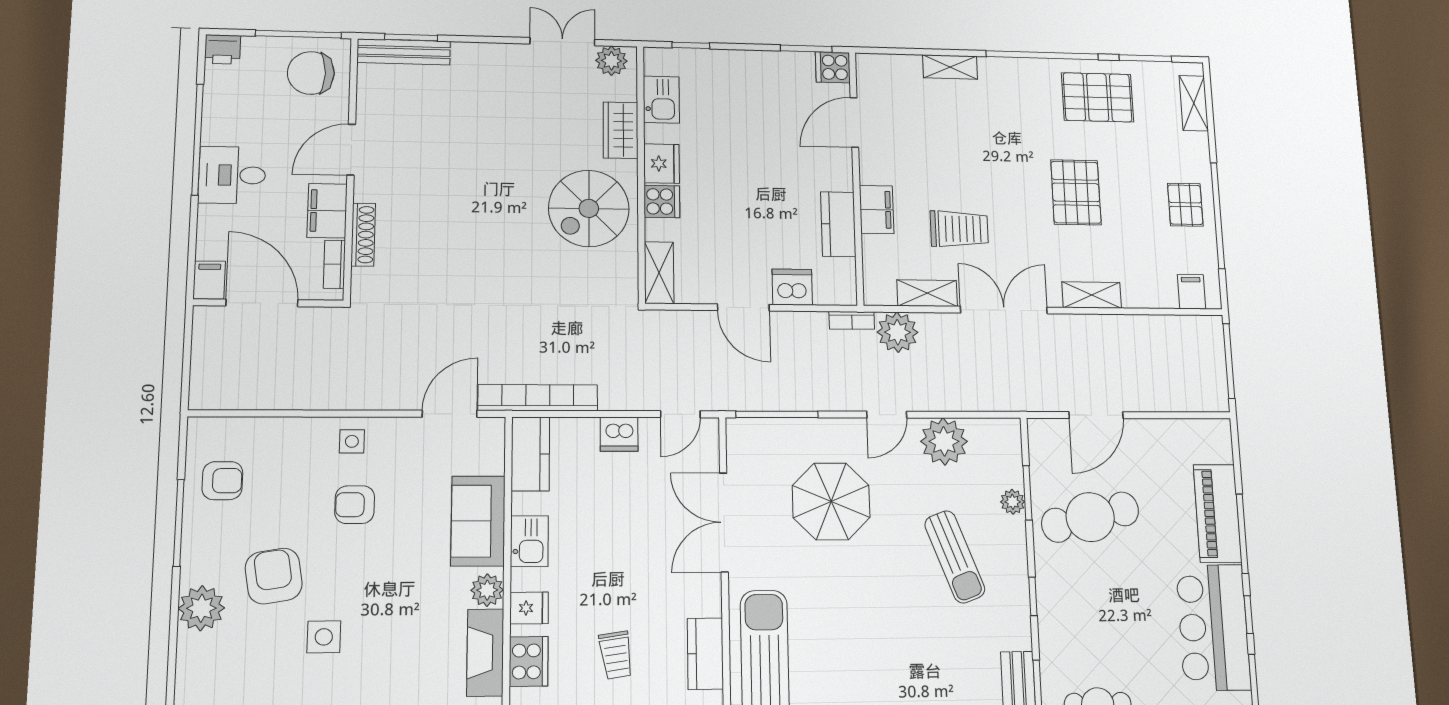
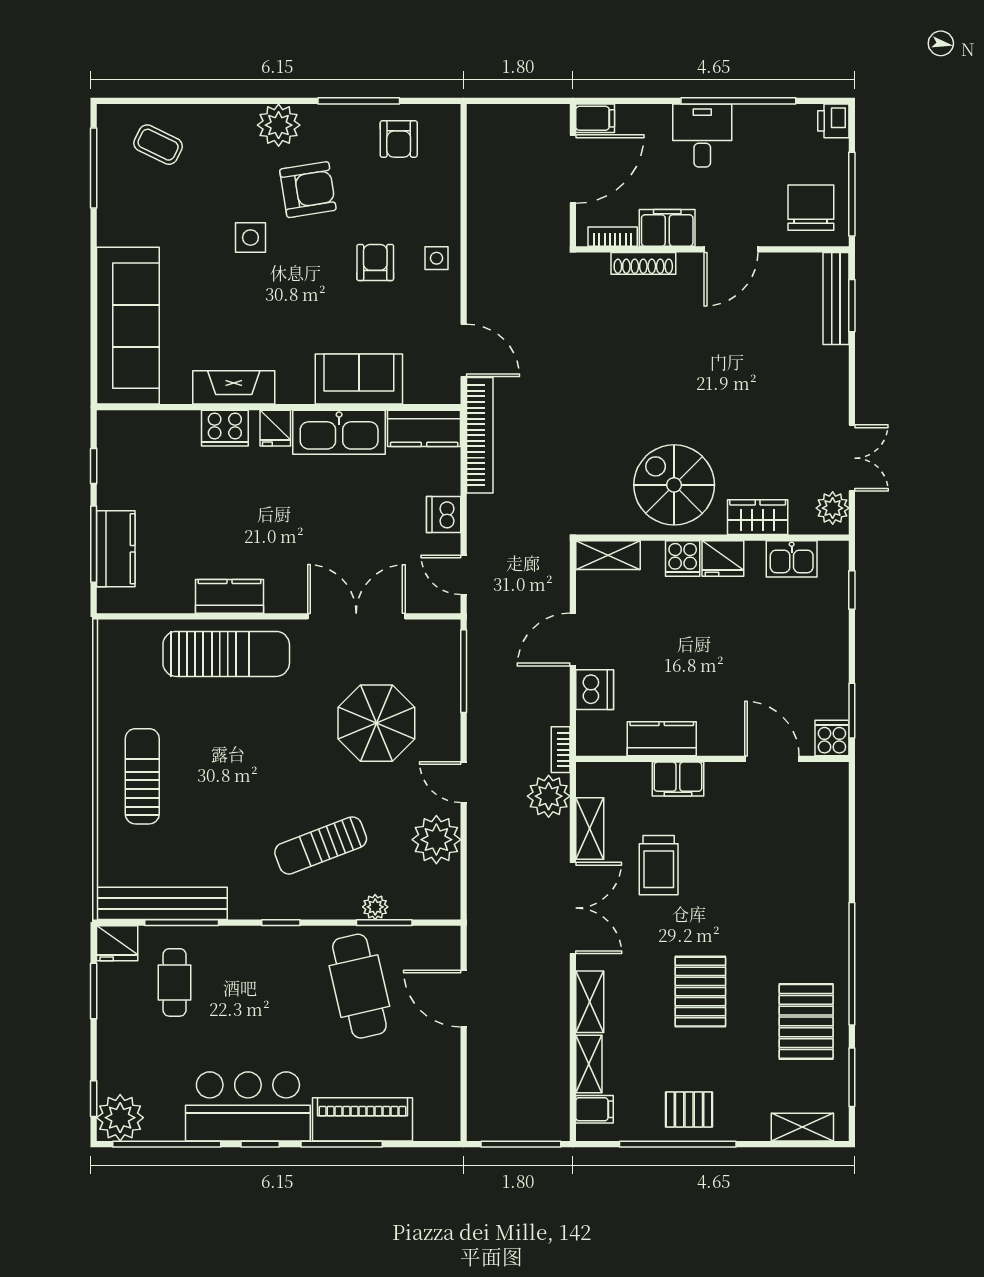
shelving: (950, 67) -> (589, 1064), moved
door: (351, 150) -> (731, 249), swing flipped
pallet: (1076, 192) -> (700, 992), turned 90
kitchen sink: (529, 541) -> (339, 432), width x1.88, depth x1.24
plant: (487, 590) -> (293, 388), removed
trolley: (616, 655) -> (230, 511), removed

